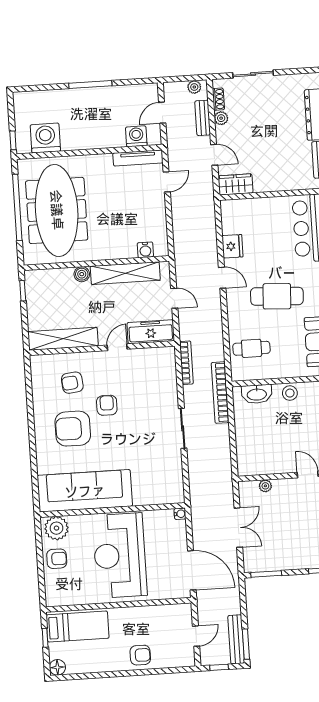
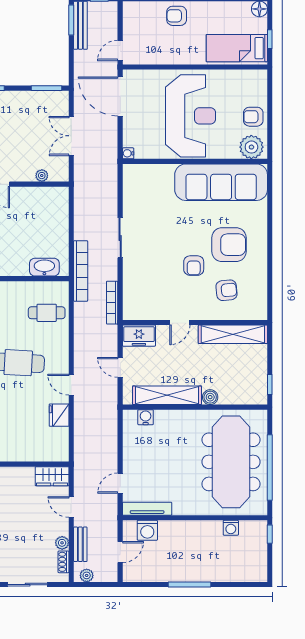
washing machine: (45, 138) -> (231, 528), width x0.53, depth x0.53
freezer: (151, 332) -> (139, 336), width x0.71
stool: (290, 393) -> (11, 266), removed
door: (196, 636) -> (120, 50), moved

